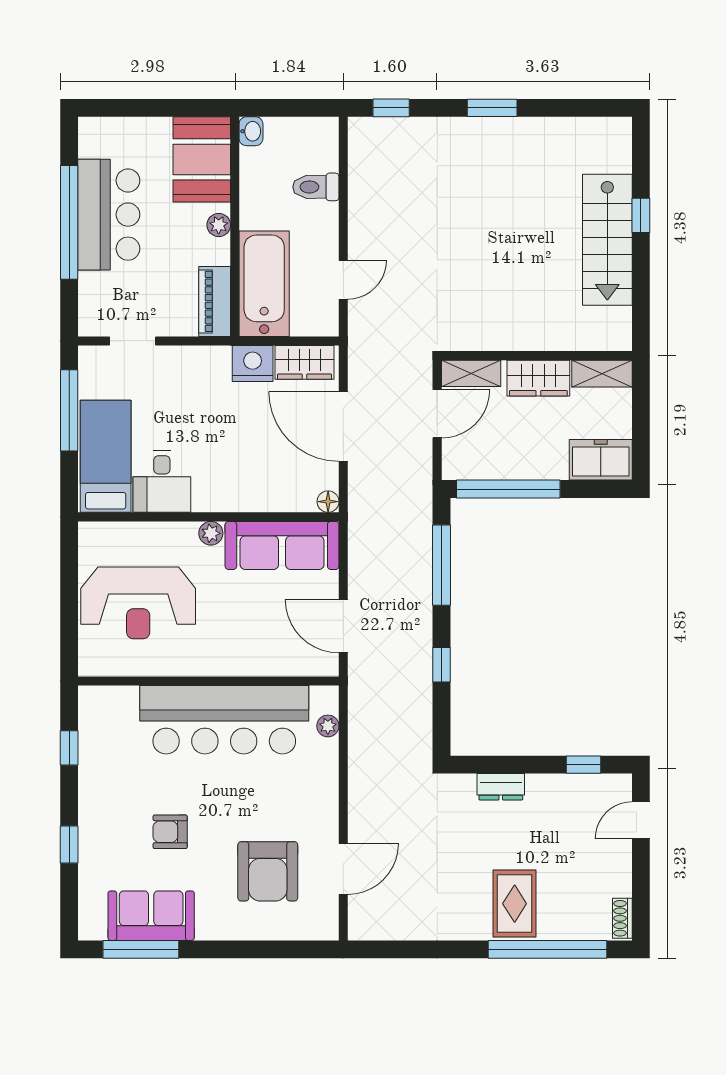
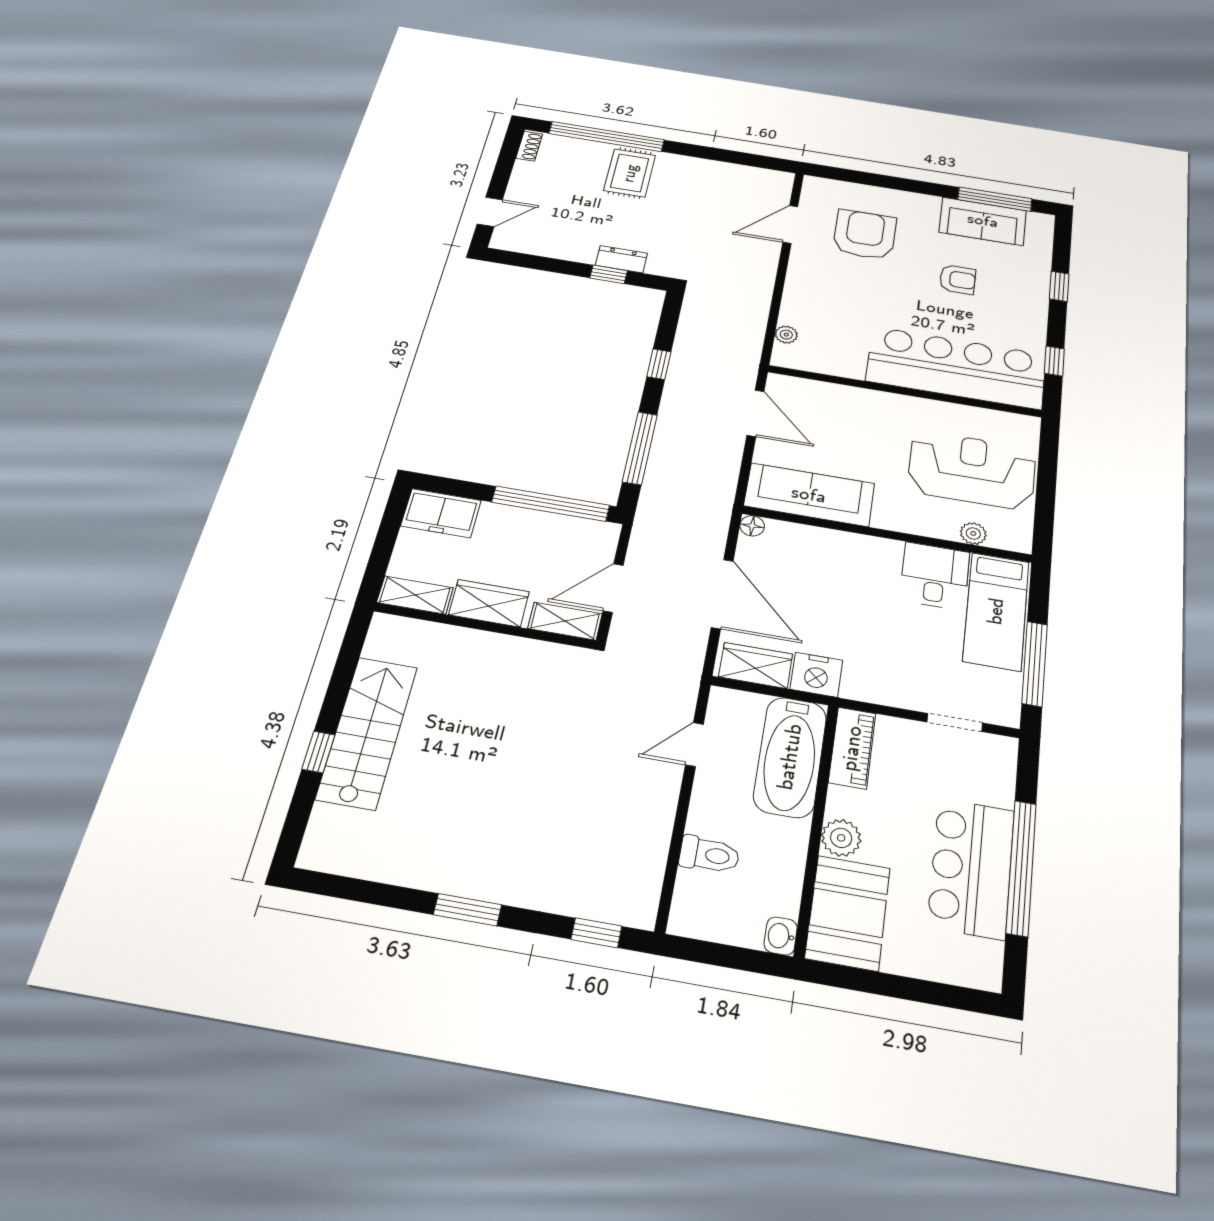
plant: (219, 225) -> (841, 838), width x1.38, depth x1.38
plant: (211, 533) -> (973, 533), moved
bar counter: (224, 720) -> (956, 368), moved
window: (584, 765) -> (609, 274), moved

